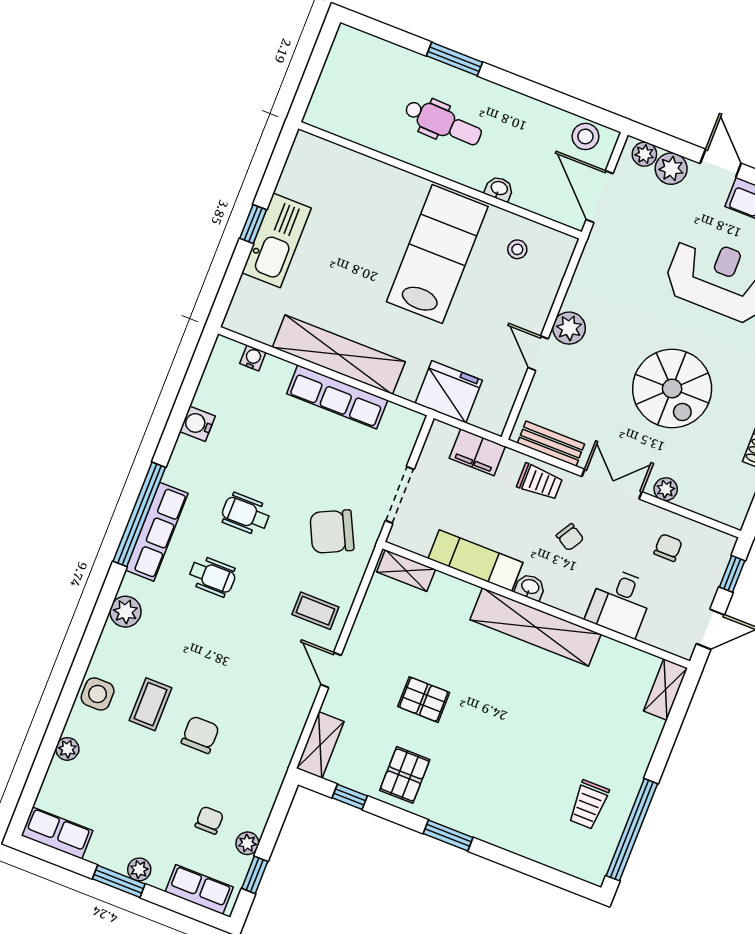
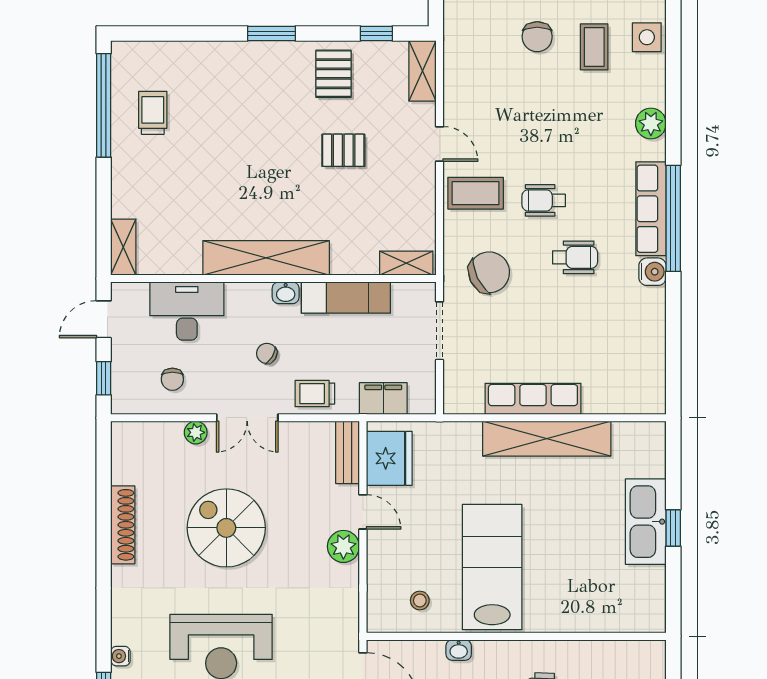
lab bench: (437, 254) -> (492, 567), turned 180
water cooler: (253, 358) -> (625, 404), removed
fridge: (449, 392) -> (389, 458), moved, turned -90
water cooler: (197, 424) -> (652, 272), moved
bench: (551, 444) -> (348, 452), moved, turned 90
wheelchair: (212, 576) -> (544, 200), moved
desk: (620, 603) -> (187, 311), width x1.37
coffee table: (315, 611) -> (476, 193), width x1.36, depth x1.30

